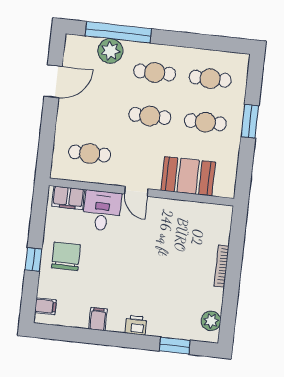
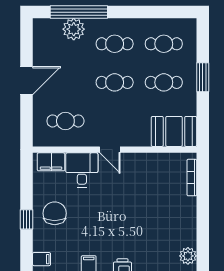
door: (53, 81) -> (26, 81), moved
booth: (188, 176) -> (174, 131), moved
bookcase: (222, 266) -> (192, 178), moved

